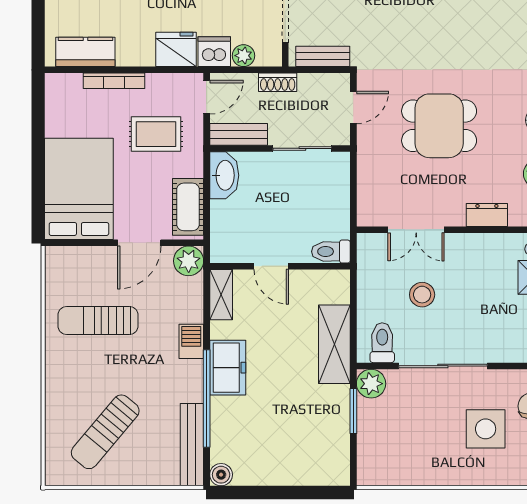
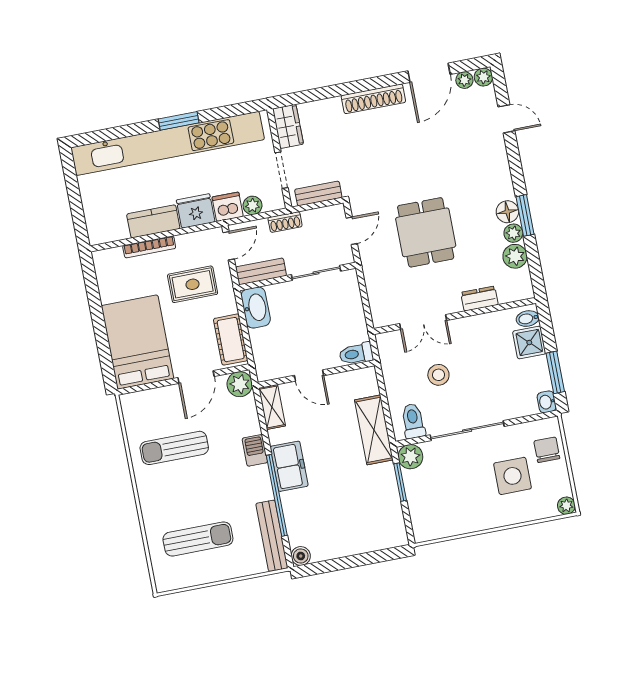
kitchen counter: (85, 52) -> (153, 221), moved
dining table: (439, 126) -> (426, 232), turned 90
sun lounger: (105, 432) -> (198, 539), turned -130

